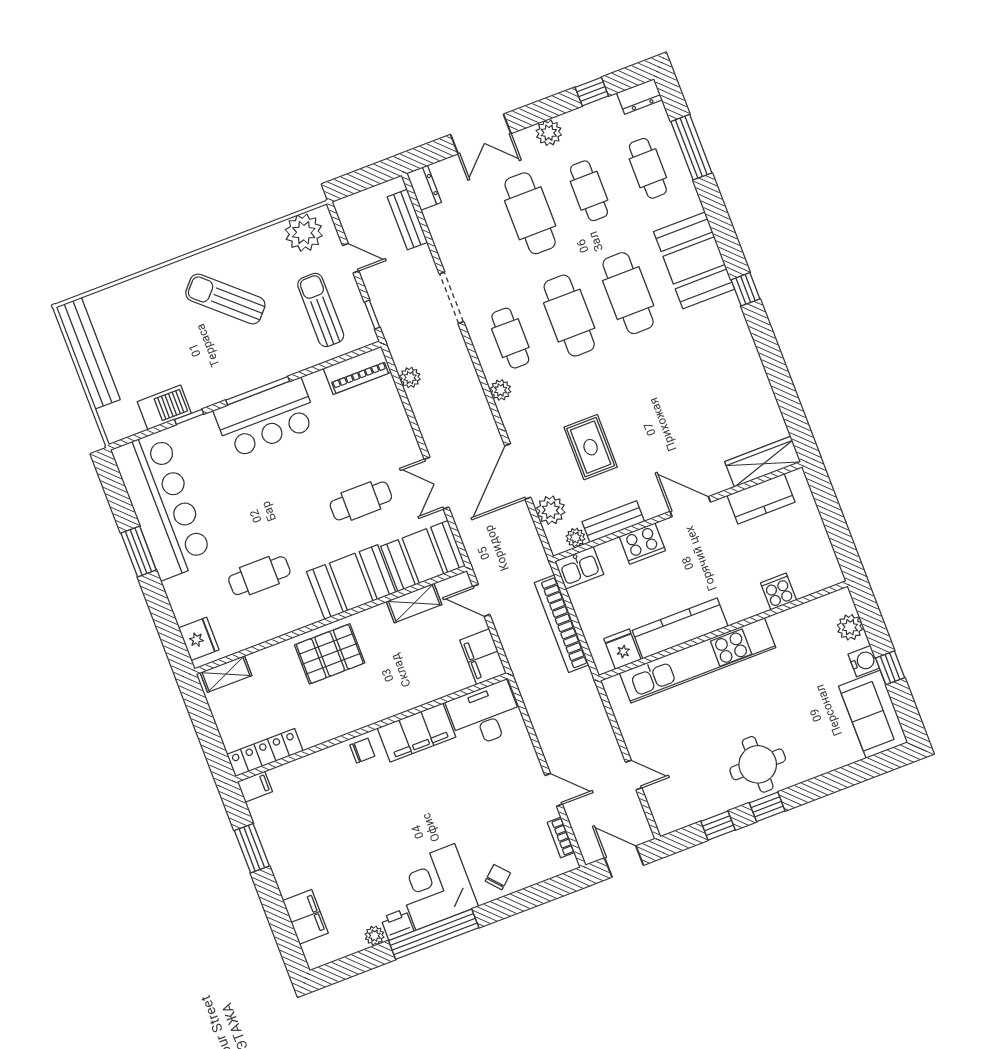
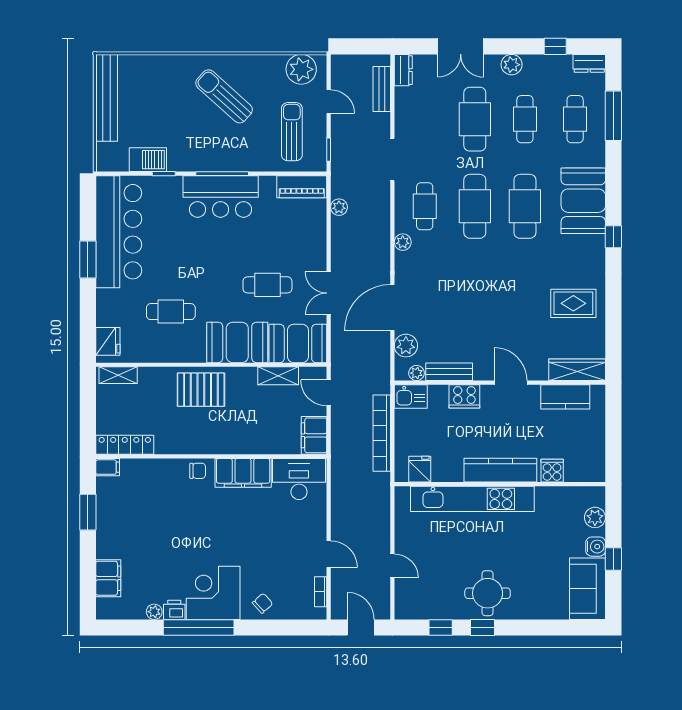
rug: (591, 447) -> (573, 303), moved, turned 90
kitchen counter: (680, 628) -> (500, 470), moved

